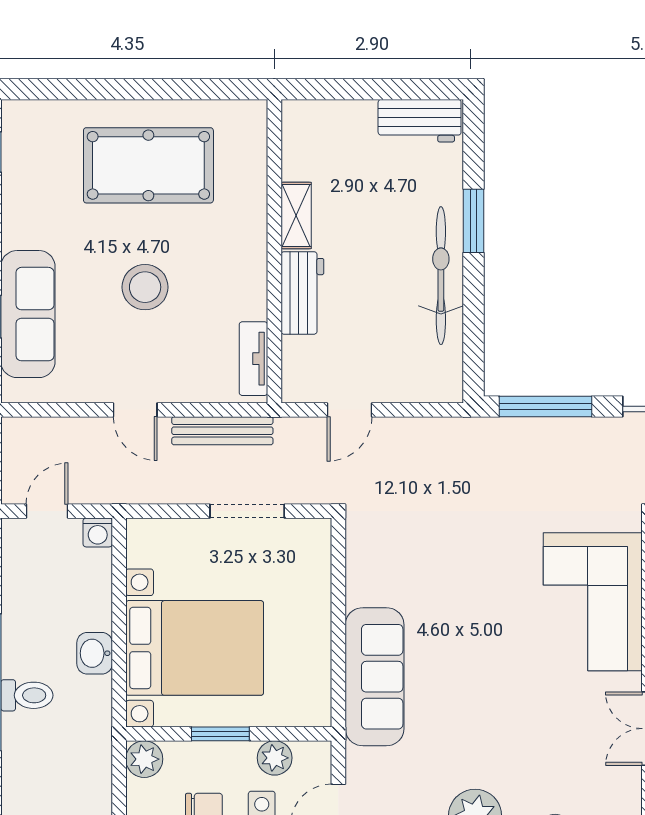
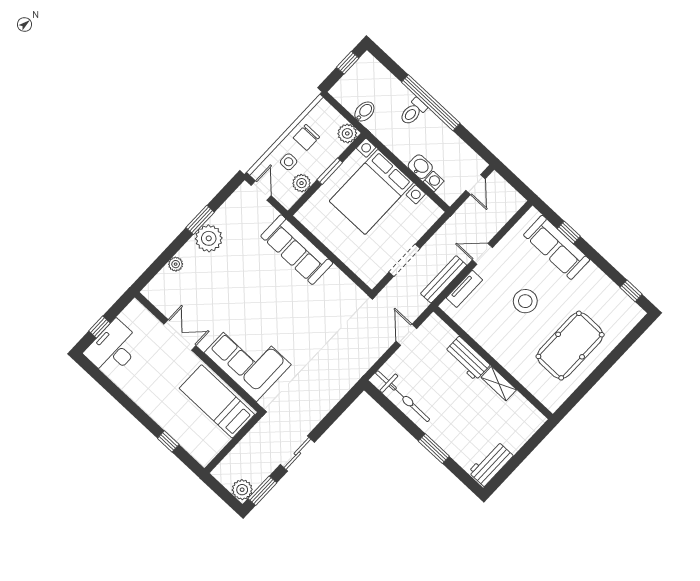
bicycle: (441, 276) -> (403, 396), moved
tv unit: (253, 359) -> (464, 289), moved, turned 90
window: (546, 406) -> (338, 410), removed
washing machine: (98, 532) -> (434, 181), moved, turned 90
washbasin: (95, 653) -> (420, 167), moved
bidet: (91, 764) -> (364, 112), added

